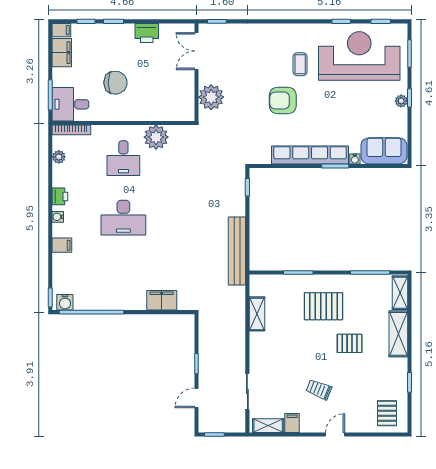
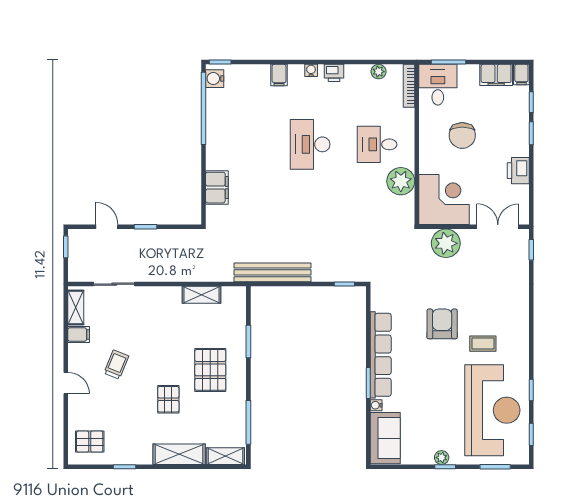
corner desk: (172, 99) -> (444, 199), added

